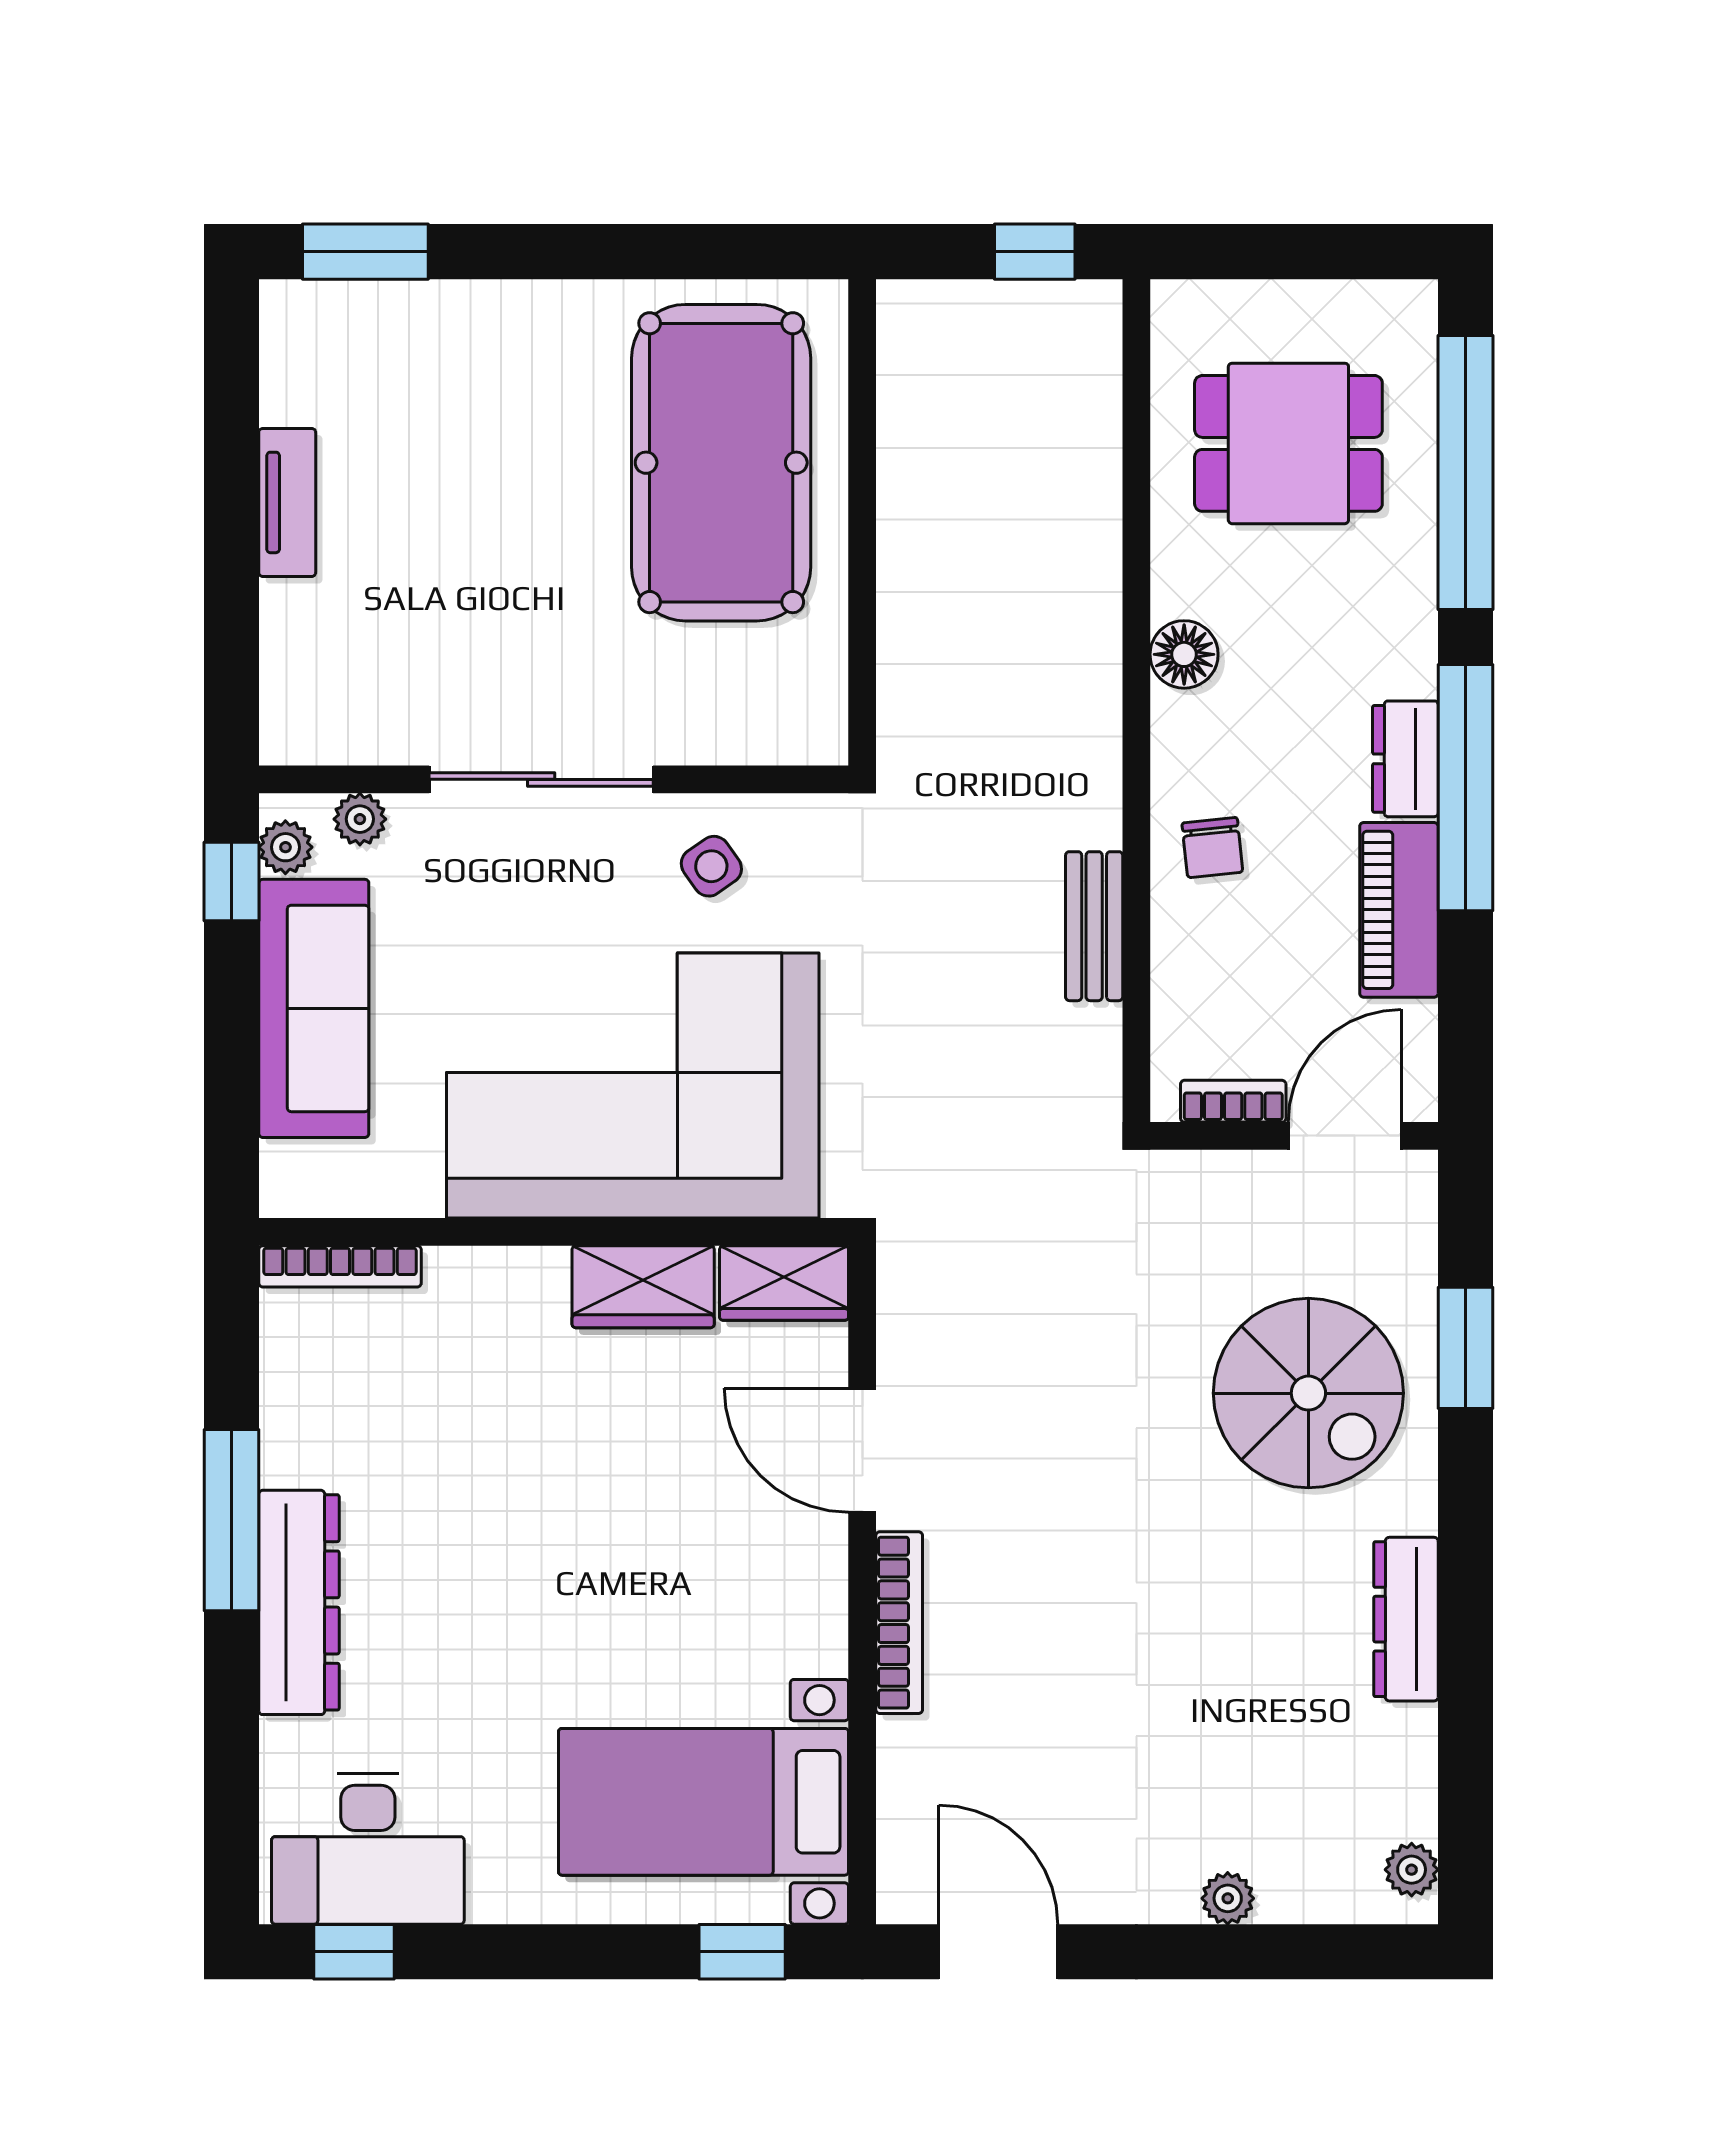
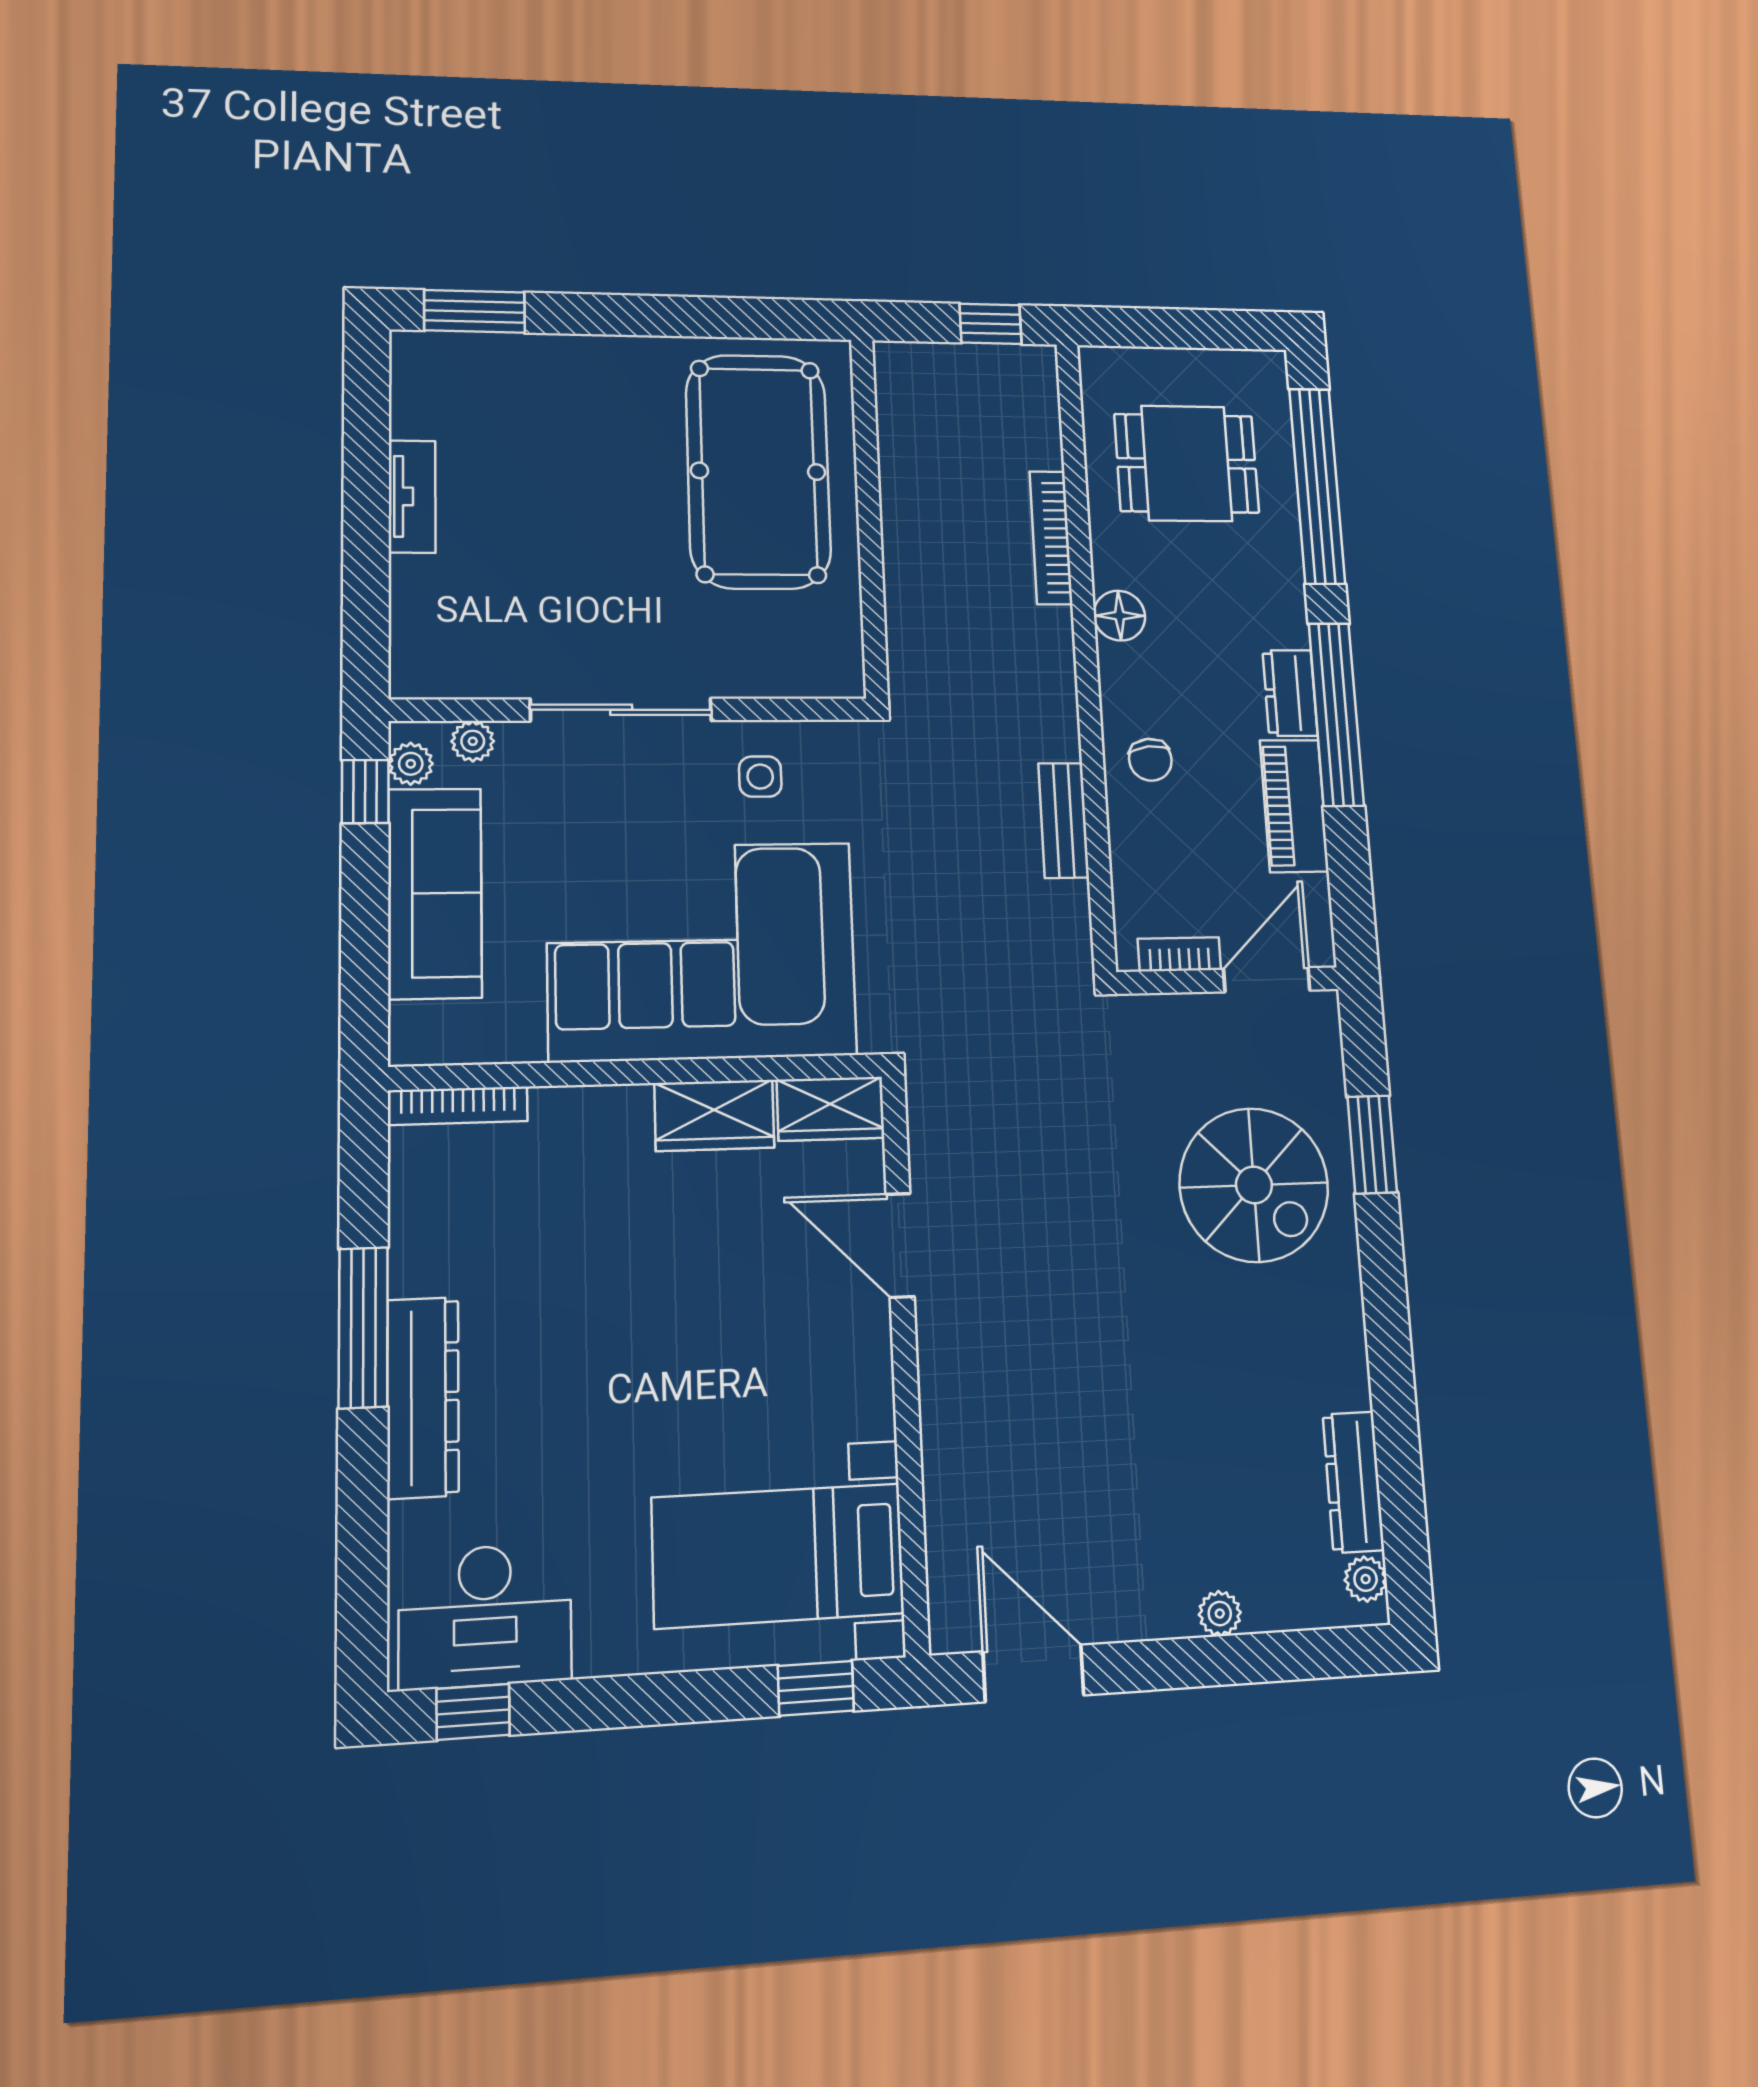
side table: (711, 866) -> (760, 777), turned 35
dresser: (1406, 1619) -> (1353, 1482), moved
bookcase: (899, 1623) -> (1051, 538), moved, turned 180

